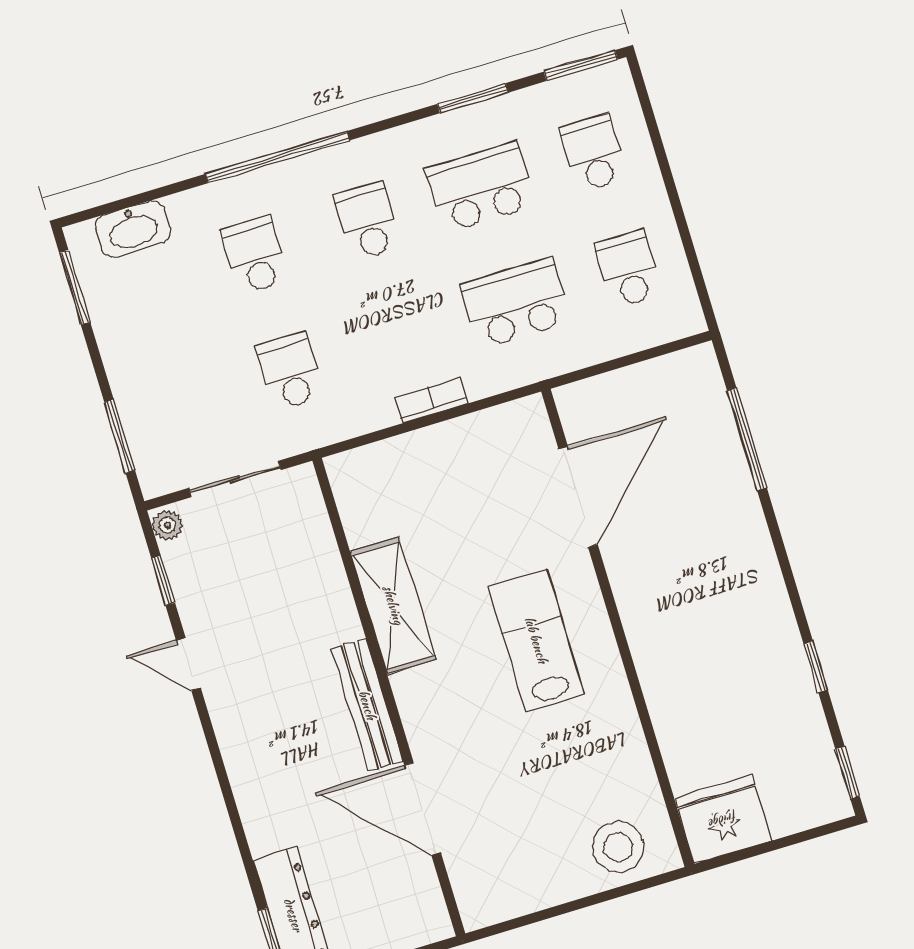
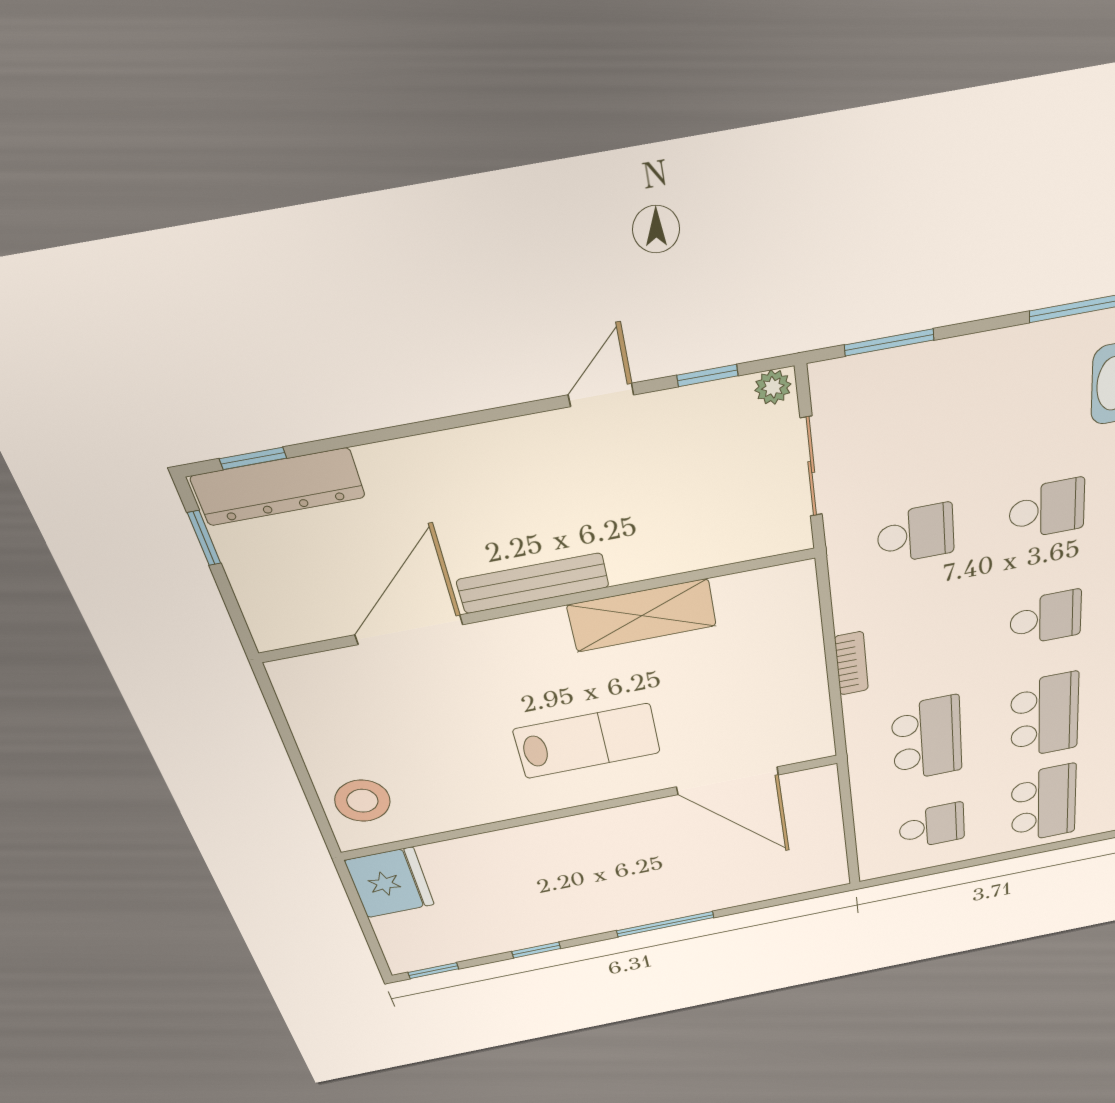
school desk: (593, 153) -> (1044, 804), width x1.85
window: (747, 439) -> (665, 924), moved

